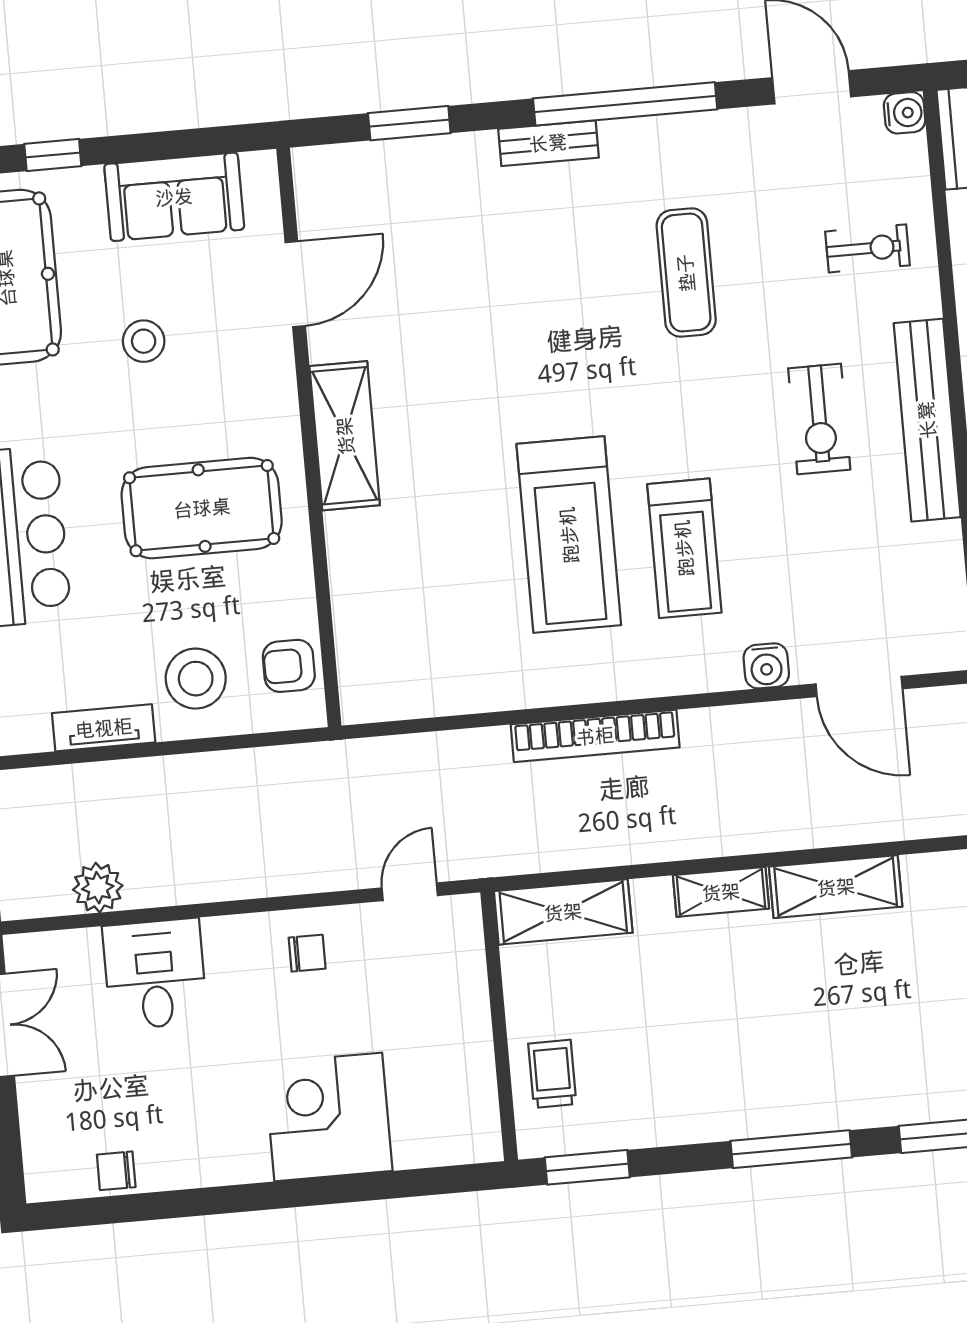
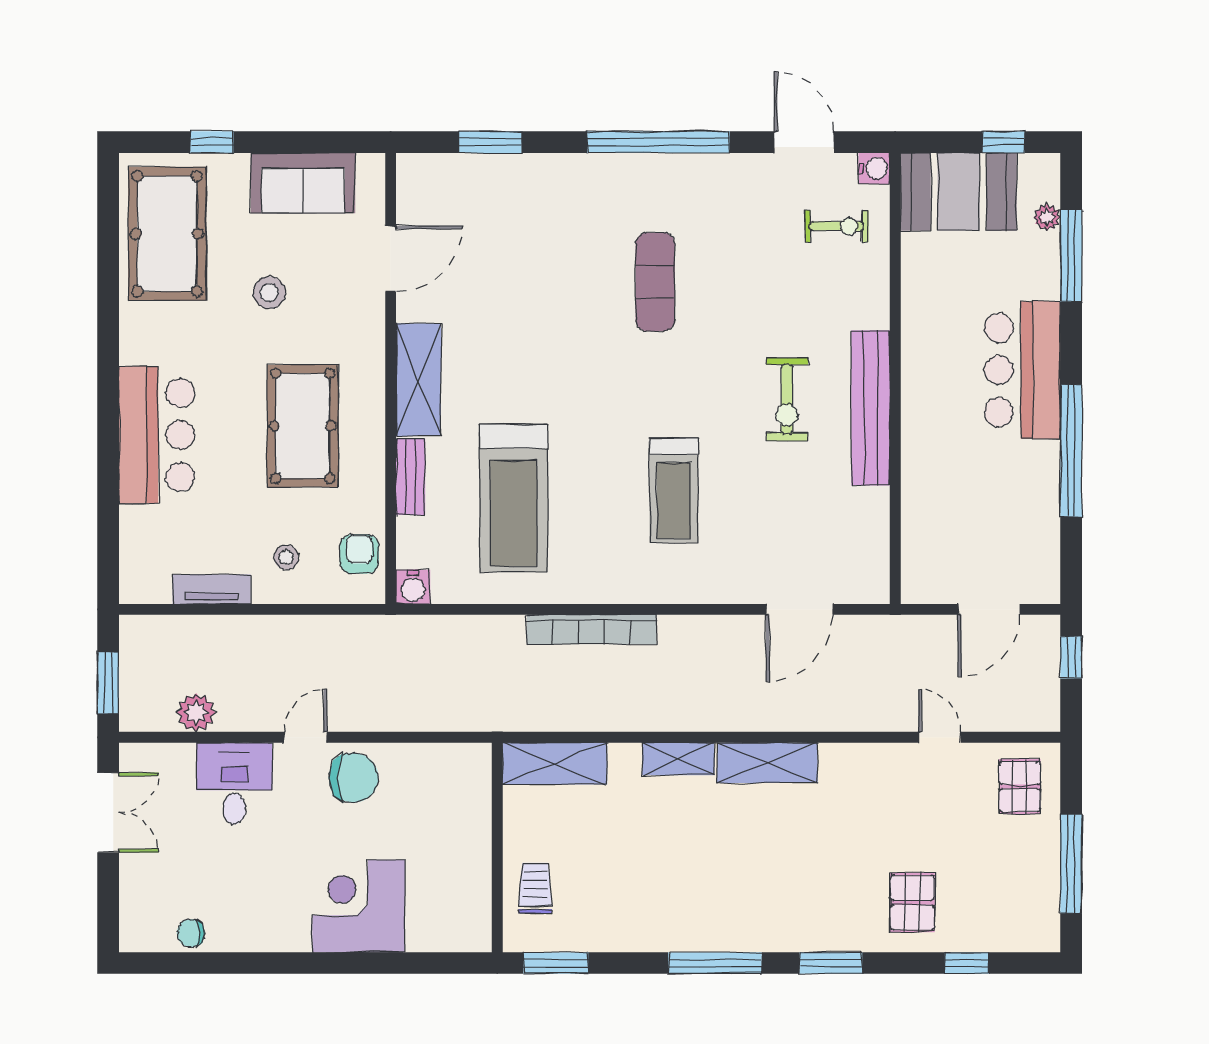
bench: (548, 143) -> (410, 477), moved, turned 90
exercise bike: (867, 248) -> (837, 226), moved
exercise mat: (686, 273) -> (655, 282), moved
pool table: (202, 508) -> (303, 426), turned 90
treadmill: (569, 535) -> (514, 498), moved
armchair: (289, 666) -> (359, 554), turned 90
water cooler: (766, 666) -> (413, 587), moved
stool: (196, 679) -> (286, 557), width x0.53, depth x0.53
door: (859, 686) -> (800, 609), hinge flipped
door: (410, 892) -> (305, 737), moved
chair: (307, 953) -> (354, 778), width x1.87, depth x1.87

